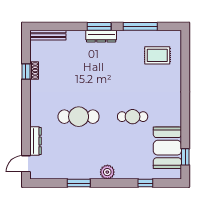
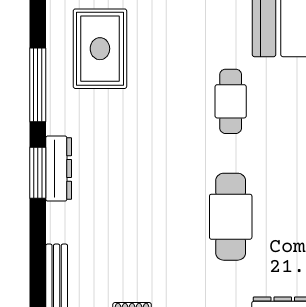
rug: (157, 55) -> (100, 49), width x1.36, depth x1.43

